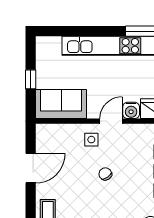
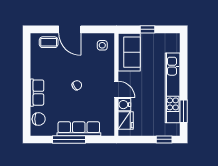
side table: (91, 140) -> (102, 45), moved
door: (31, 168) -> (70, 29), moved

